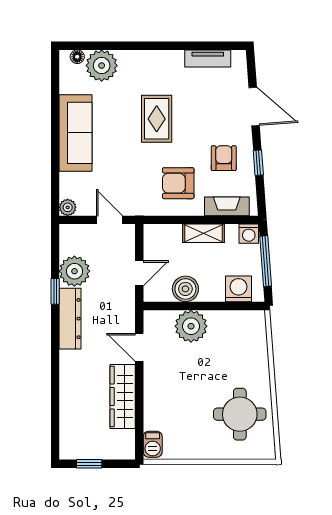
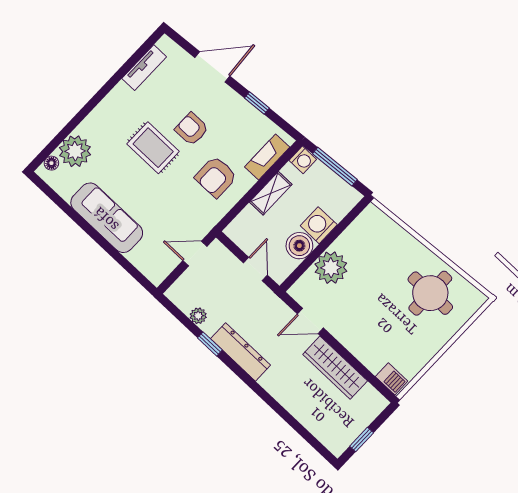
armchair: (224, 158) -> (192, 129), moved
plant: (68, 207) -> (156, 276), removed
plant: (74, 271) -> (198, 316), width x0.53, depth x0.53
washing machine: (238, 289) -> (319, 225), moved

